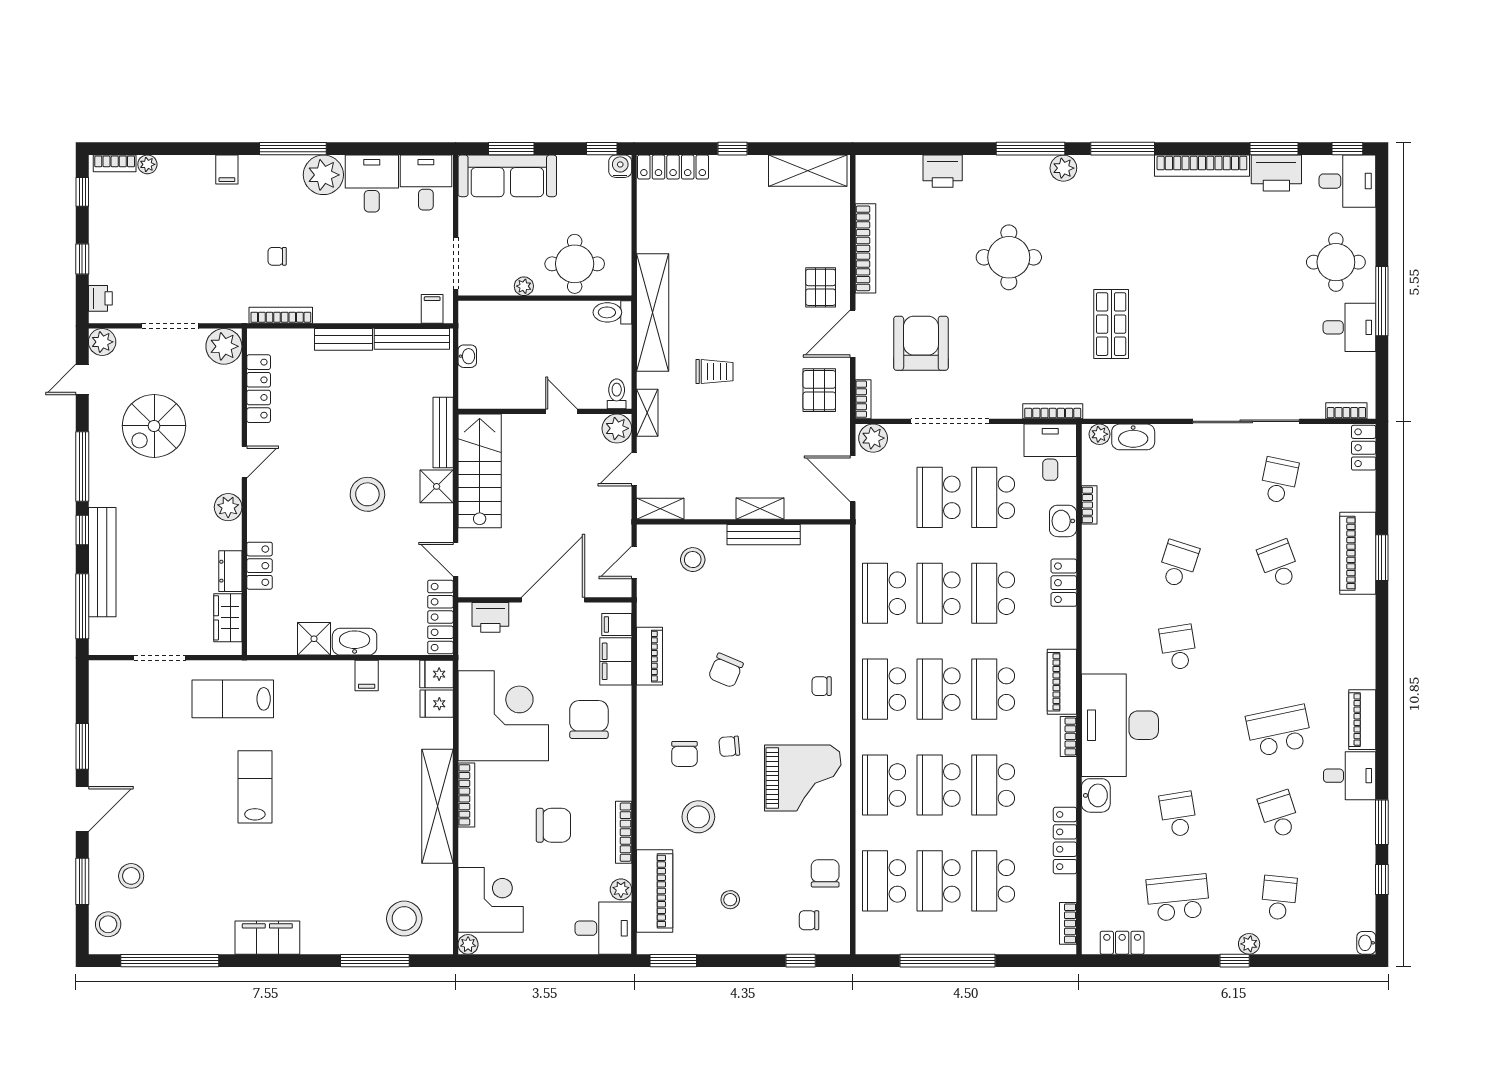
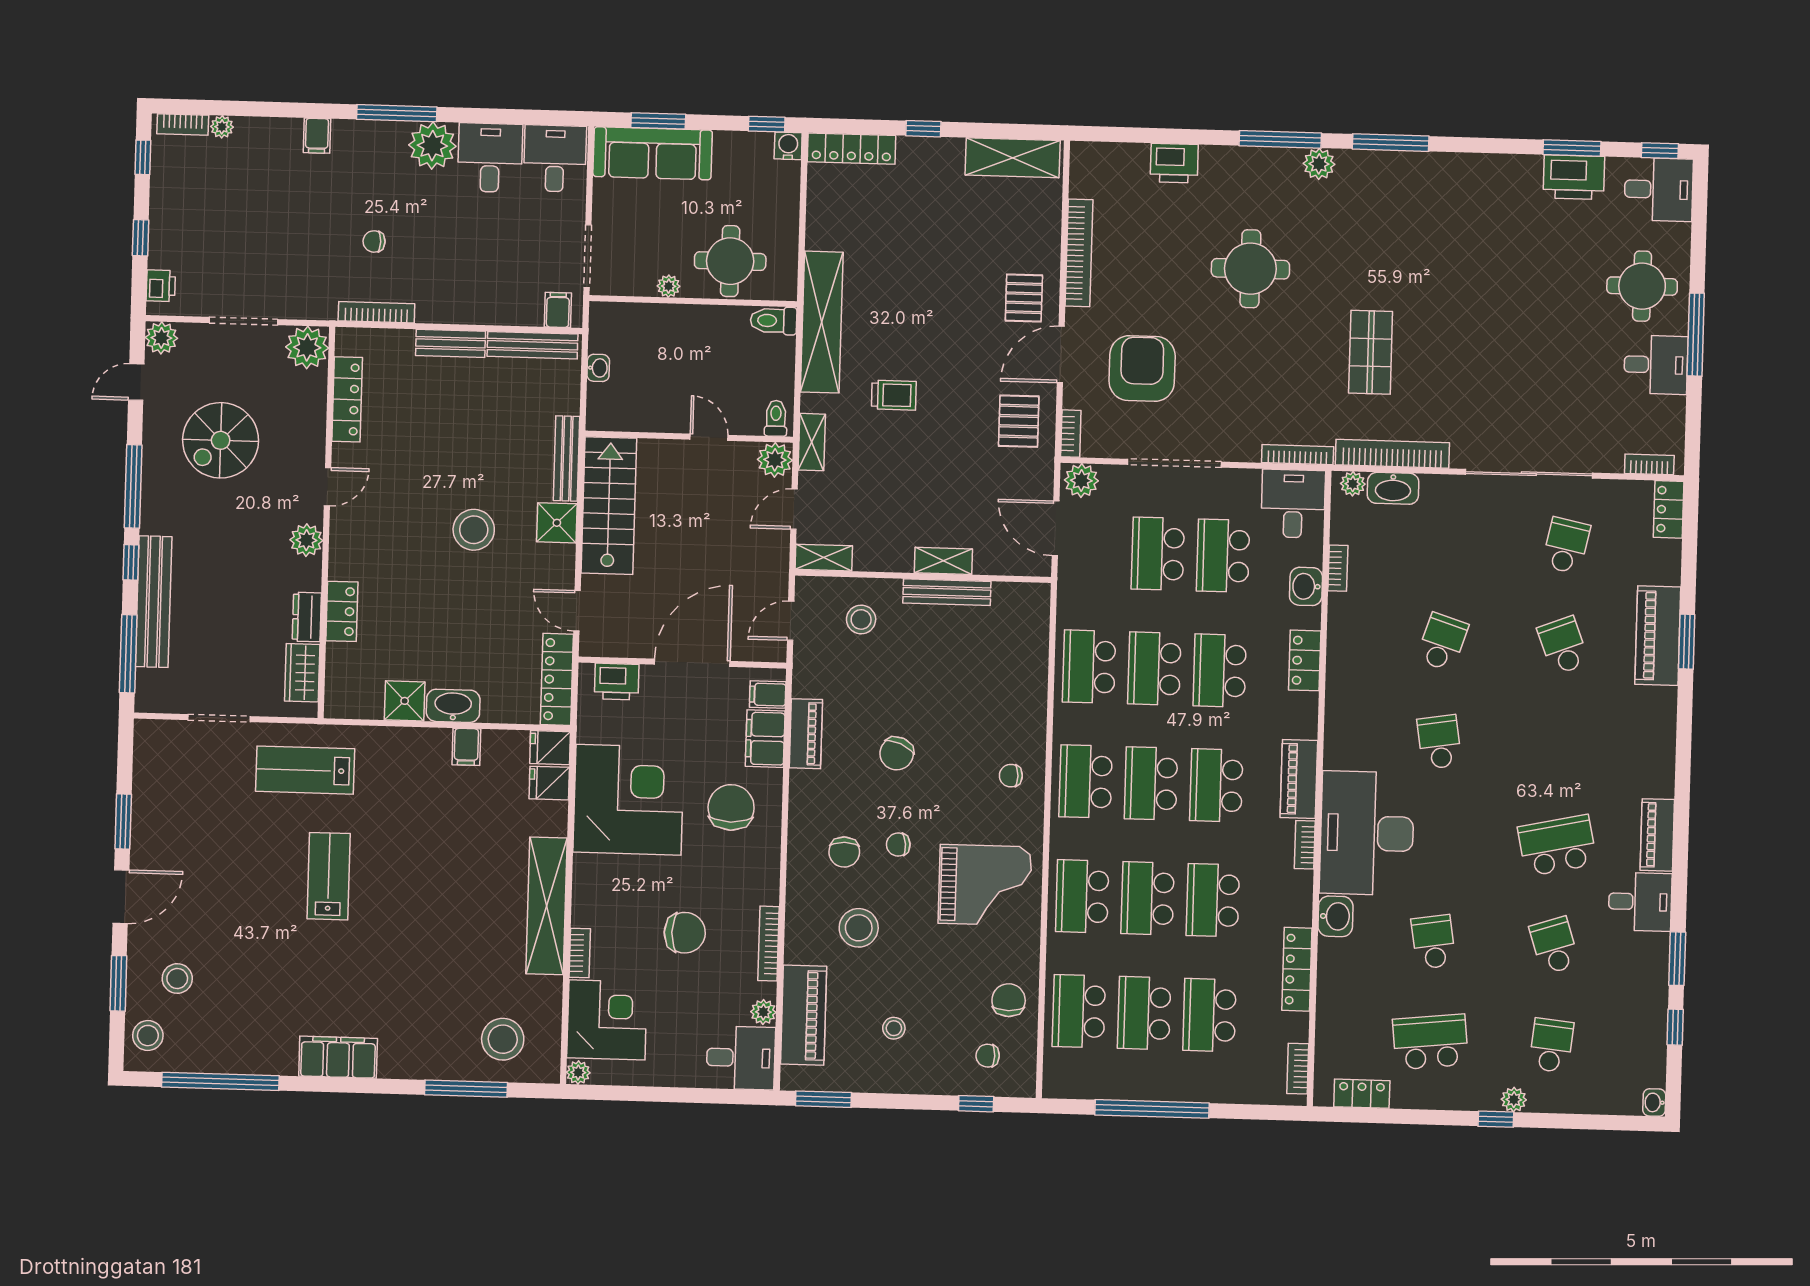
bookcase: (1202, 166) -> (1392, 454), moved, turned 180
bookcase: (466, 795) -> (580, 953), moved, width x0.64

